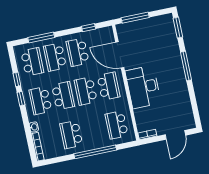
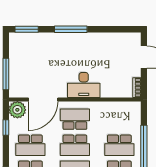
plant: (106, 34) -> (17, 110), added
desk: (143, 87) -> (84, 85), width x0.73, depth x0.77
school desk: (117, 125) -> (119, 145), moved

